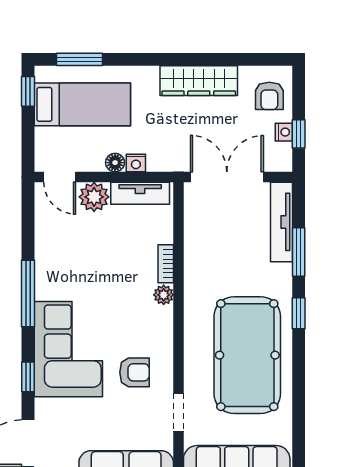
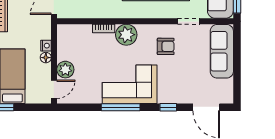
tv unit: (140, 193) -> (63, 43), removed
plant: (164, 295) -> (126, 35), width x1.88, depth x1.88
corner sofa: (68, 349) -> (130, 84), moved
armchair: (135, 372) -> (166, 46), turned 90

